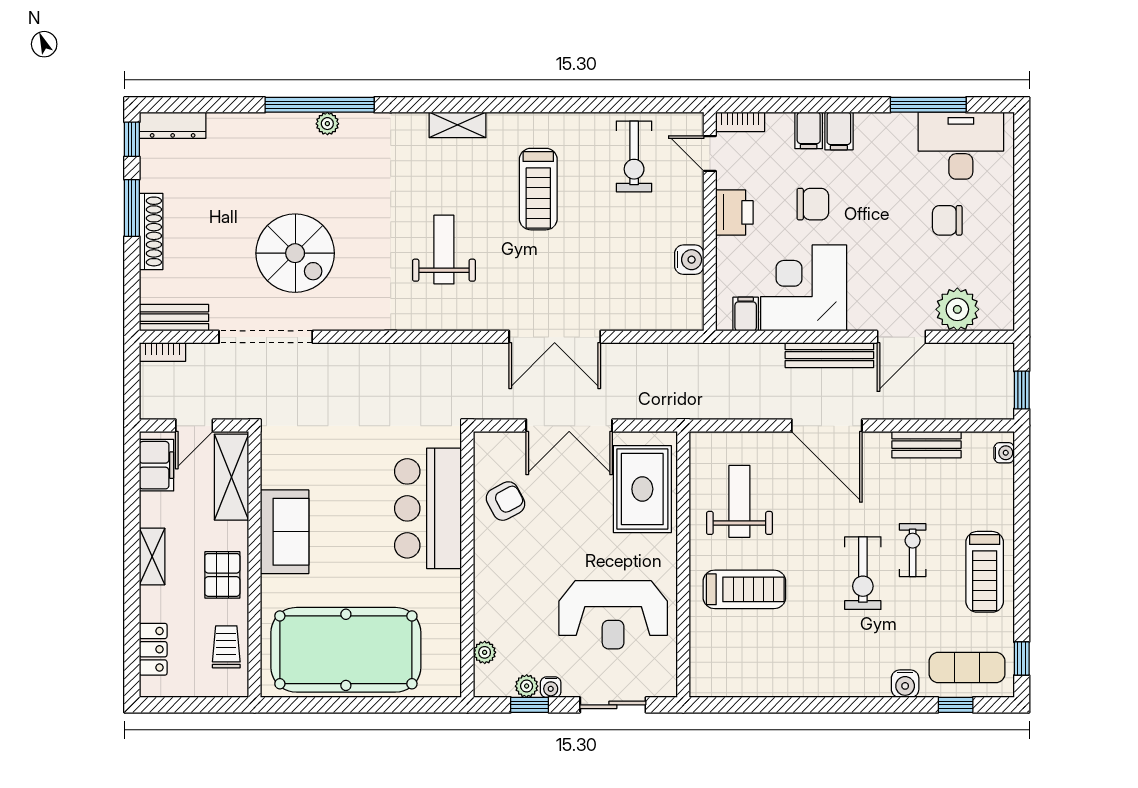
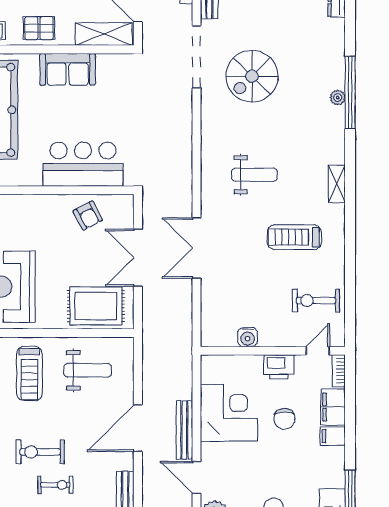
filing cabinet: (809, 130) -> (333, 407), width x2.00
filing cabinet: (746, 314) -> (212, 374), removed

